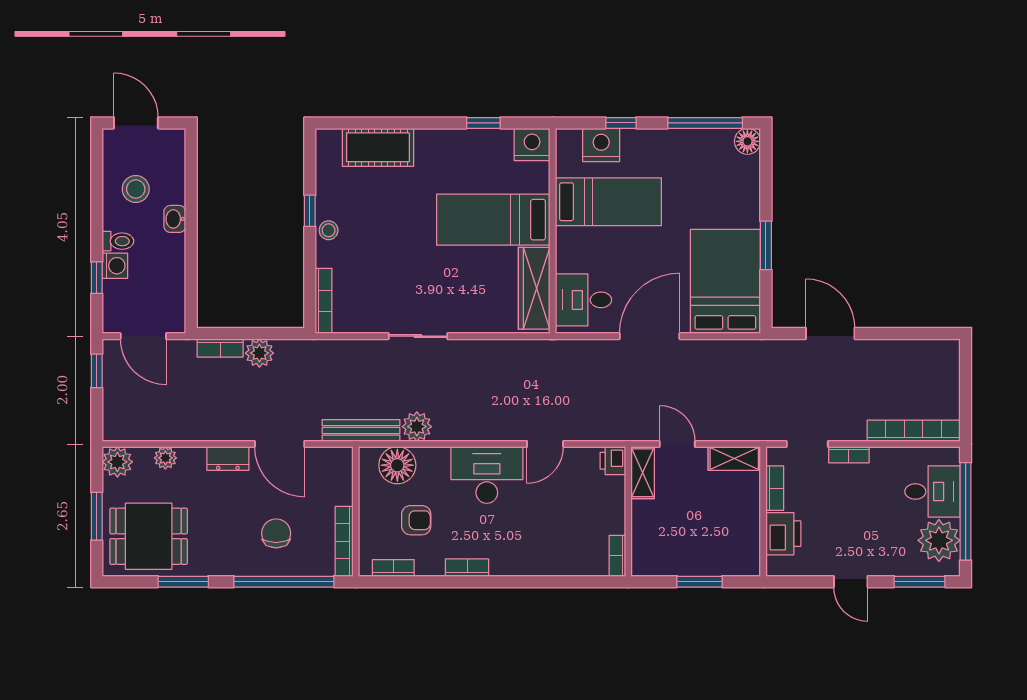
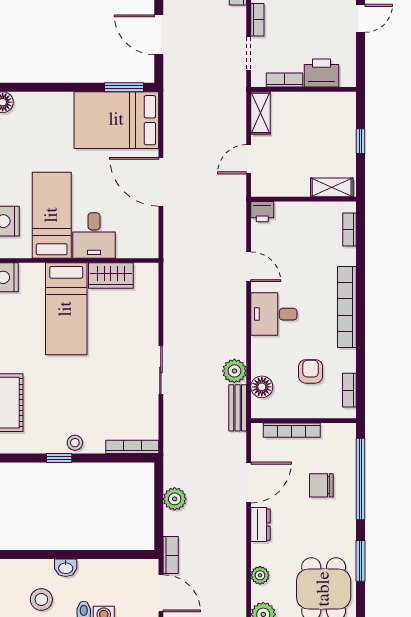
window: (766, 245) -> (124, 87), moved
wardrobe: (534, 288) -> (111, 276), width x0.67
desk: (583, 300) -> (94, 235), moved
door: (830, 333) -> (159, 35), hinge flipped
door: (143, 336) -> (161, 593), hinge flipped
bookcase: (220, 348) -> (171, 555), moved
bench: (361, 430) -> (238, 408), width x0.73
floor lamp: (397, 465) -> (262, 387), width x0.73, depth x0.73
shelving: (643, 473) -> (332, 187), moved
desk: (487, 475) -> (274, 314), width x0.73
bookcase: (344, 541) -> (292, 430), moved
bookcase: (617, 556) -> (349, 230), moved, turned 90
bookcase: (467, 568) -> (347, 307), width x2.31, depth x1.31
window: (700, 582) -> (361, 141), width x0.67

